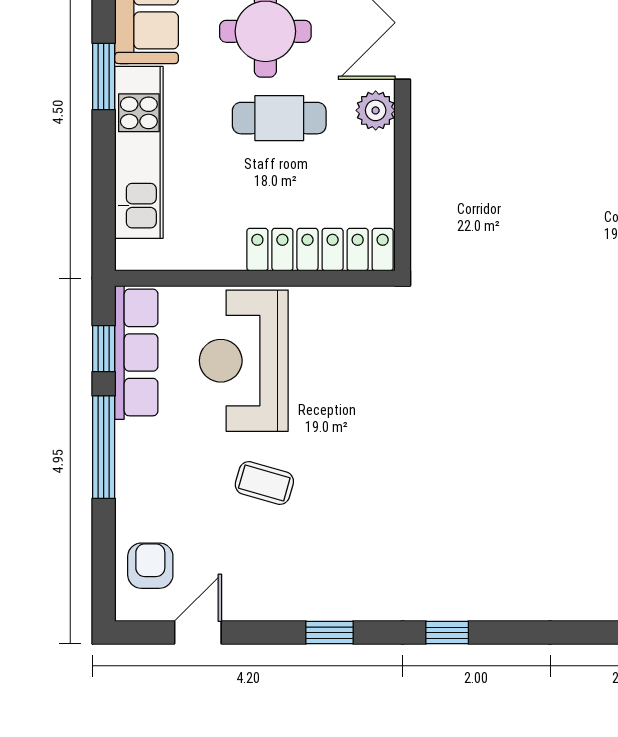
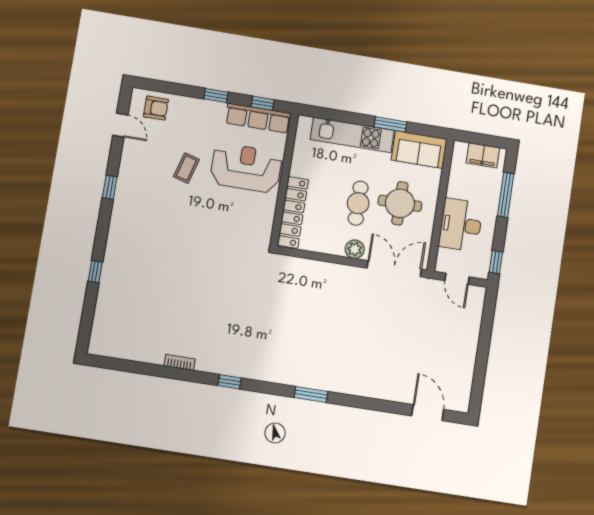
window: (104, 447) -> (216, 95), width x0.46
window: (447, 633) -> (95, 272), moved

